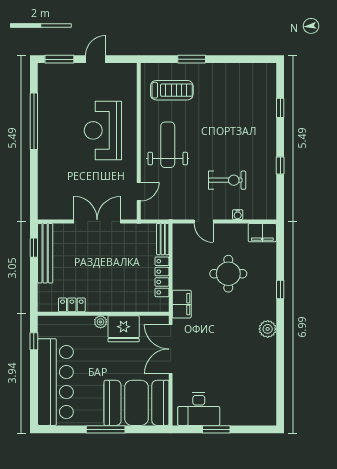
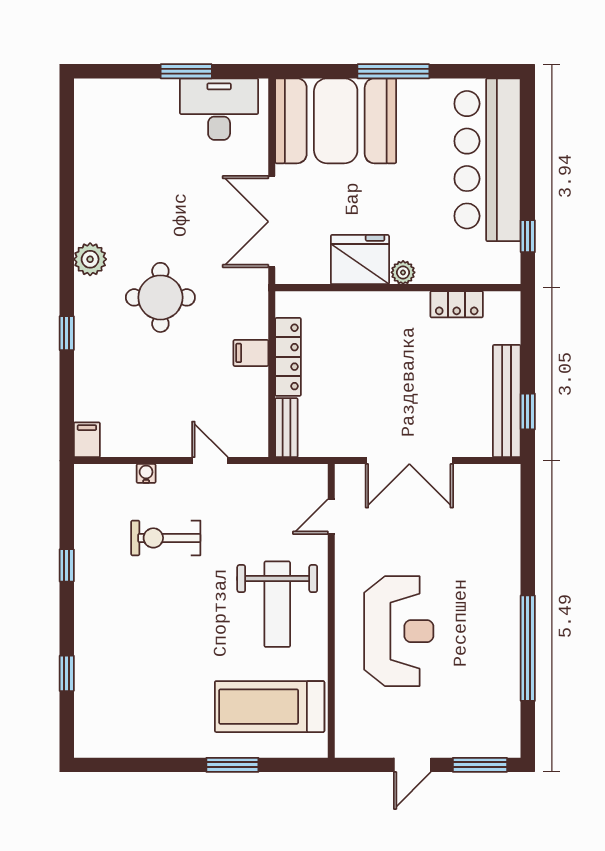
treadmill: (172, 90) -> (270, 707), width x1.37, depth x1.38
filing cabinet: (262, 233) -> (87, 440), width x0.50
round table: (228, 274) -> (160, 297), moved
filing cabinet: (182, 304) -> (251, 353), moved, width x0.50
double door: (171, 349) -> (272, 222), swing flipped

